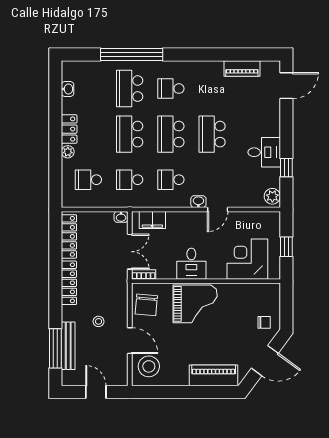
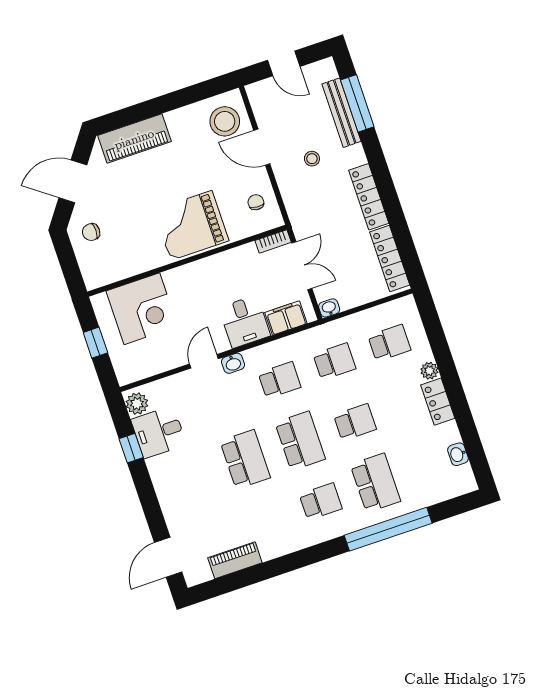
school desk: (130, 134) -> (355, 422), width x0.54
desk: (264, 152) -> (159, 432), moved
double door: (130, 252) -> (302, 266), swing flipped
desk: (191, 264) -> (245, 322), moved, turned 180
chair: (146, 305) -> (256, 202), width x0.54, depth x0.54

